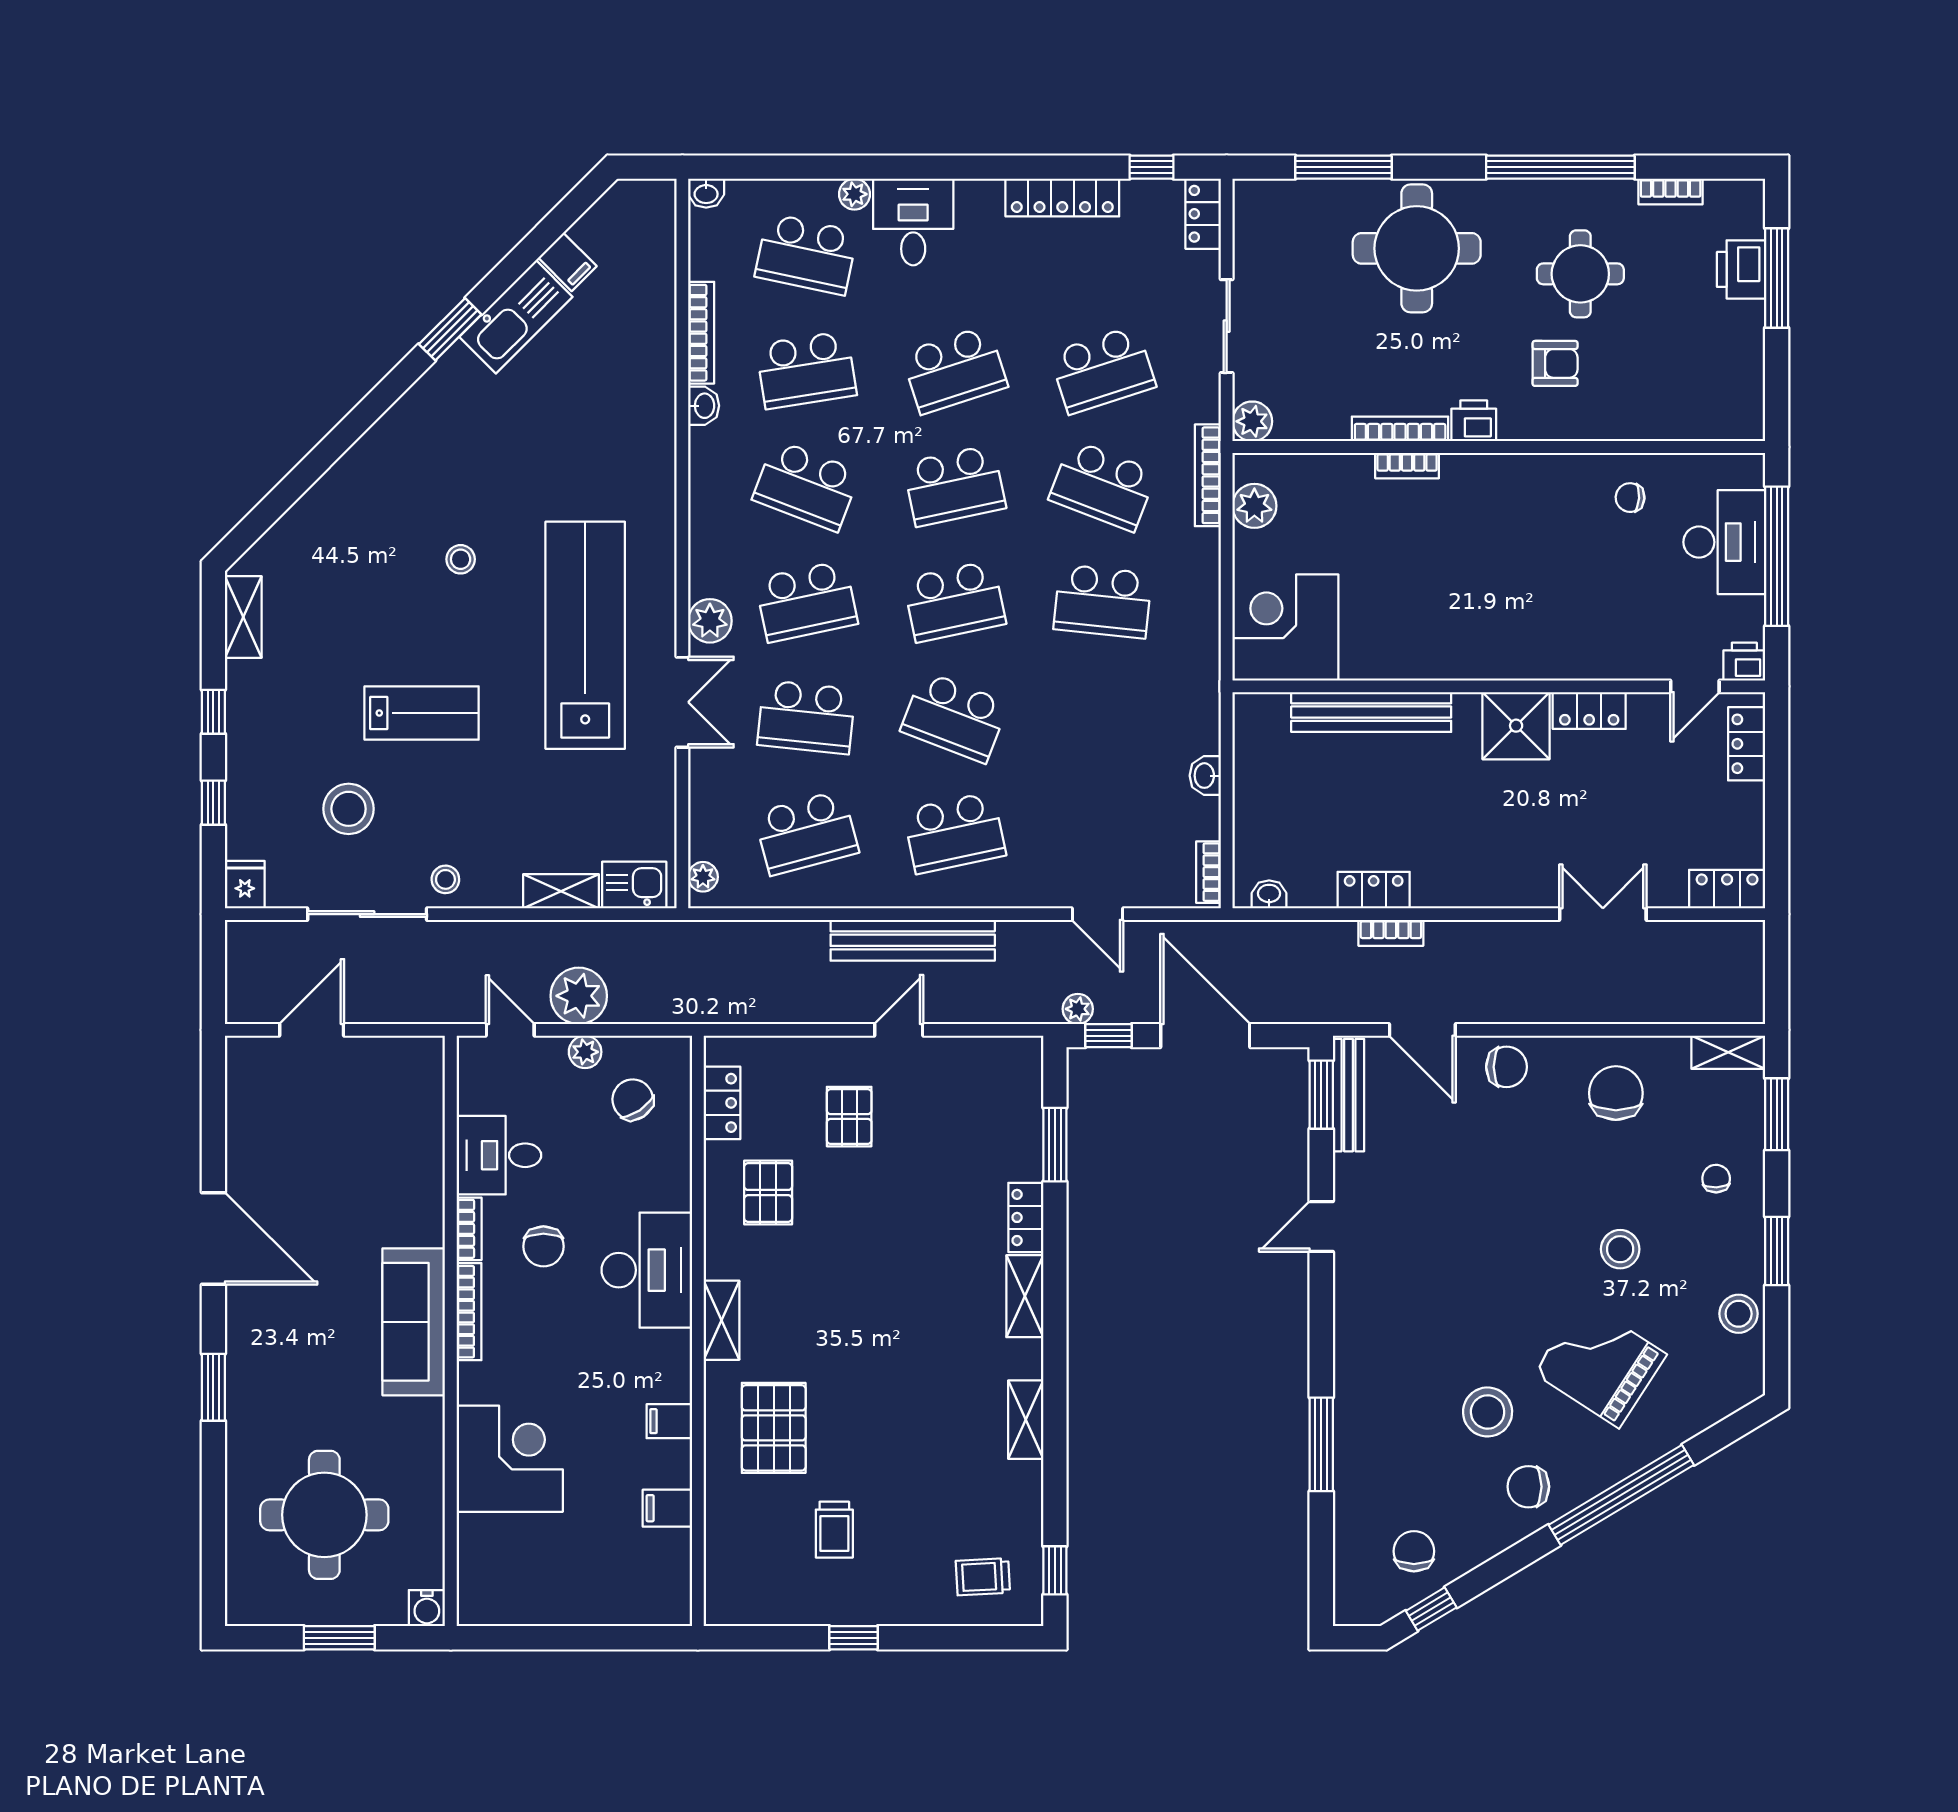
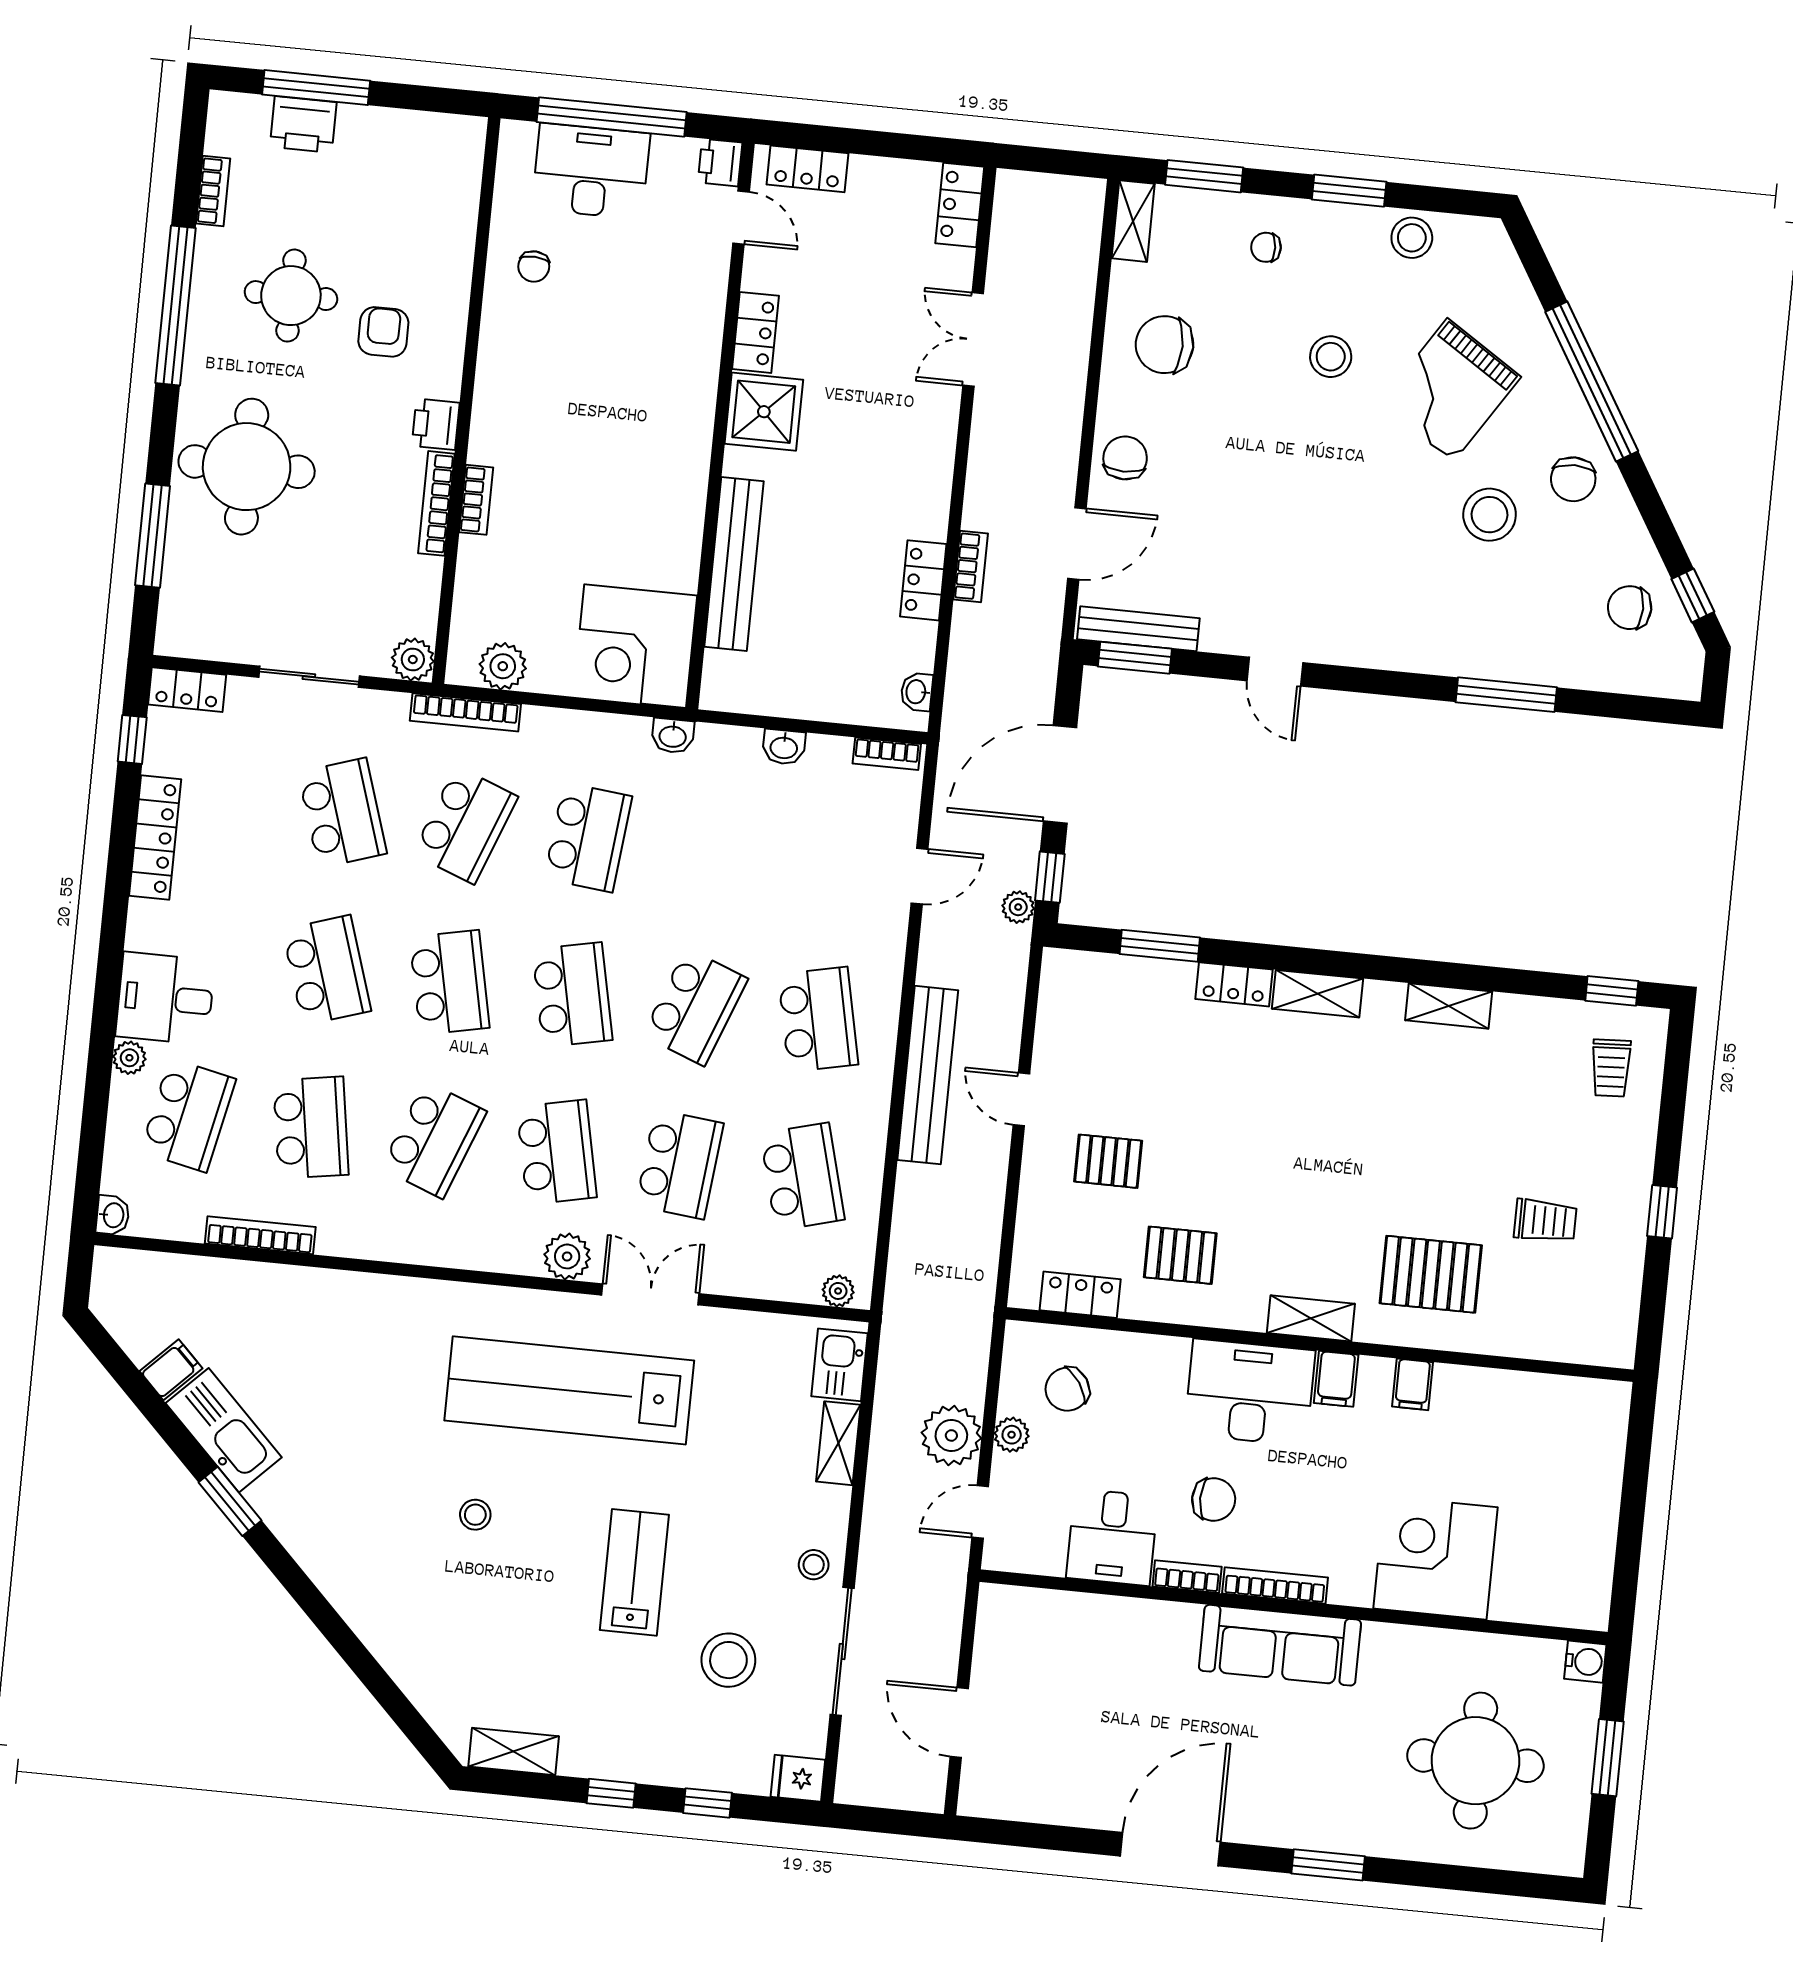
washbasin: (704, 406) -> (673, 736), moved, turned 180
filing cabinet: (667, 1508) -> (1336, 1379), moved

